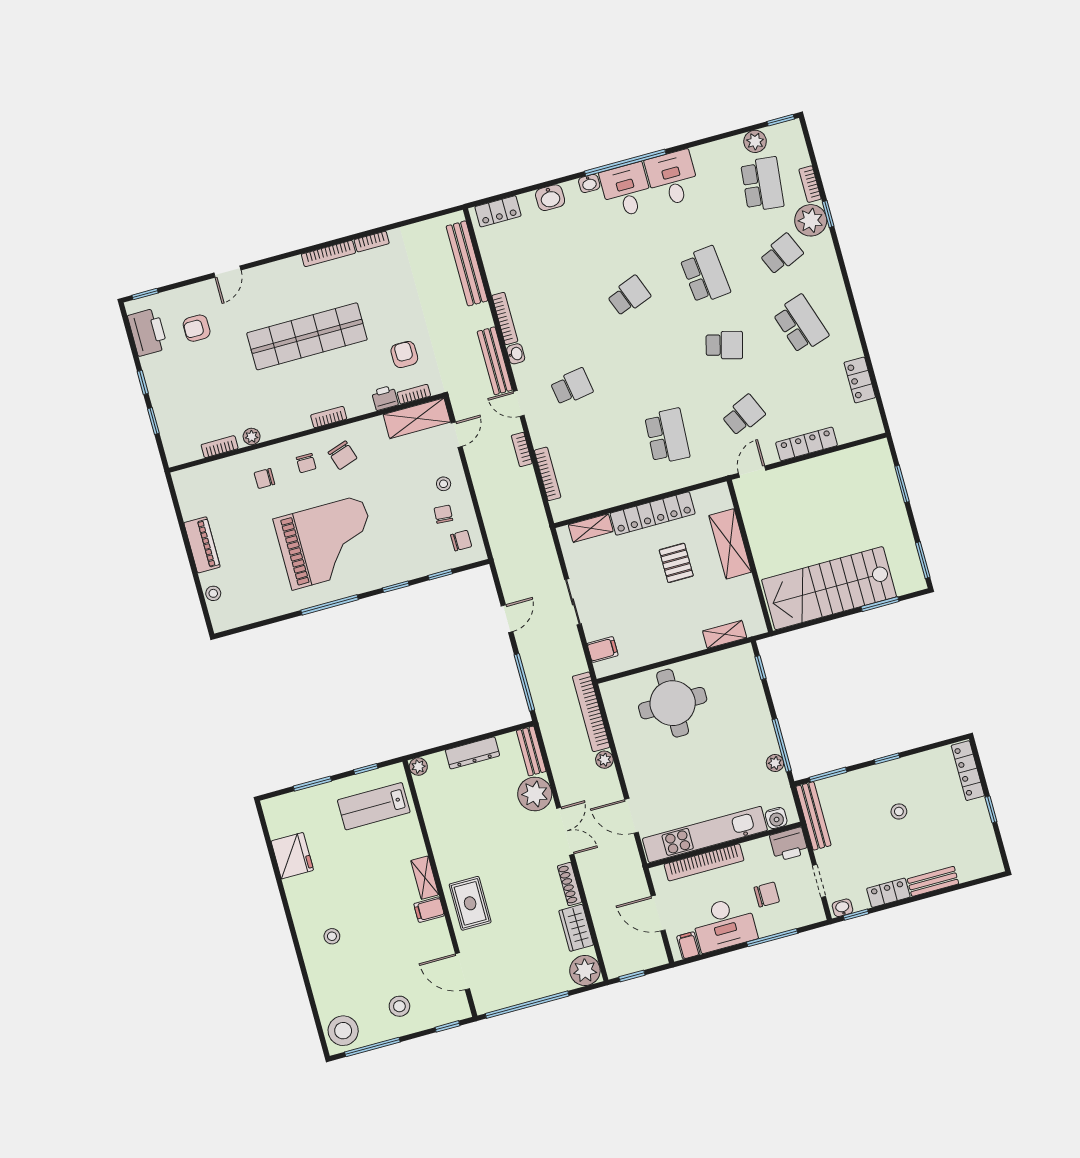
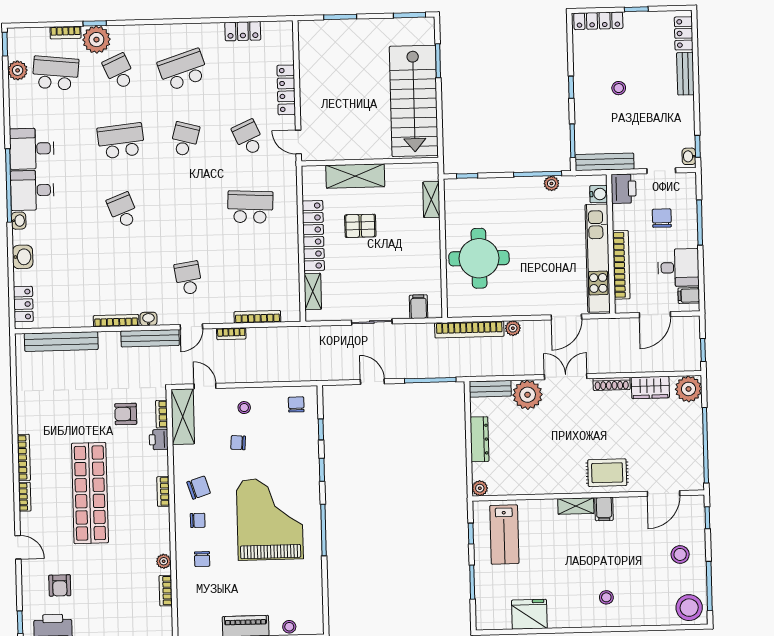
bookcase: (372, 242) -> (25, 497), moved
chair: (443, 514) -> (238, 443), moved
locker: (888, 893) -> (684, 33), moved
desk: (724, 924) -> (678, 268), width x0.73

